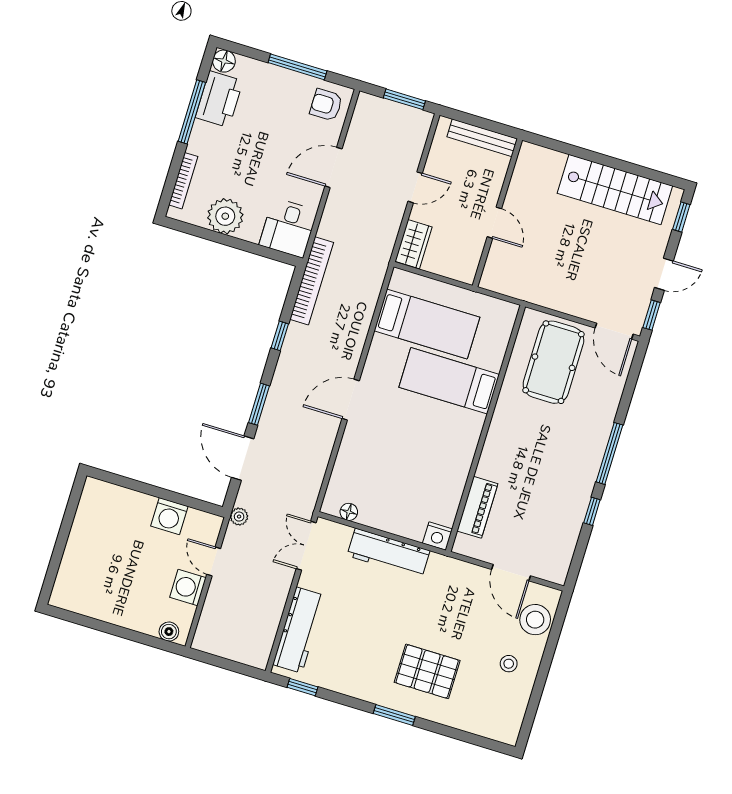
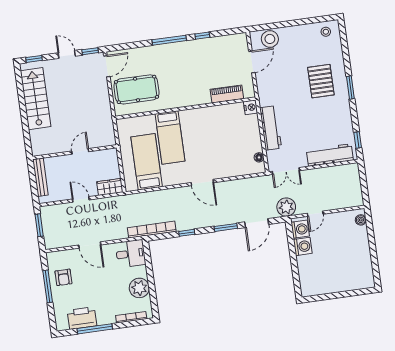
floor lamp: (224, 61) -> (62, 325), removed
armchair: (326, 105) -> (63, 277), moved
plant: (239, 517) -> (286, 207), width x1.88, depth x1.88
washing machine: (188, 587) -> (300, 229), moved, turned -90
stool: (509, 664) -> (326, 32), moved

